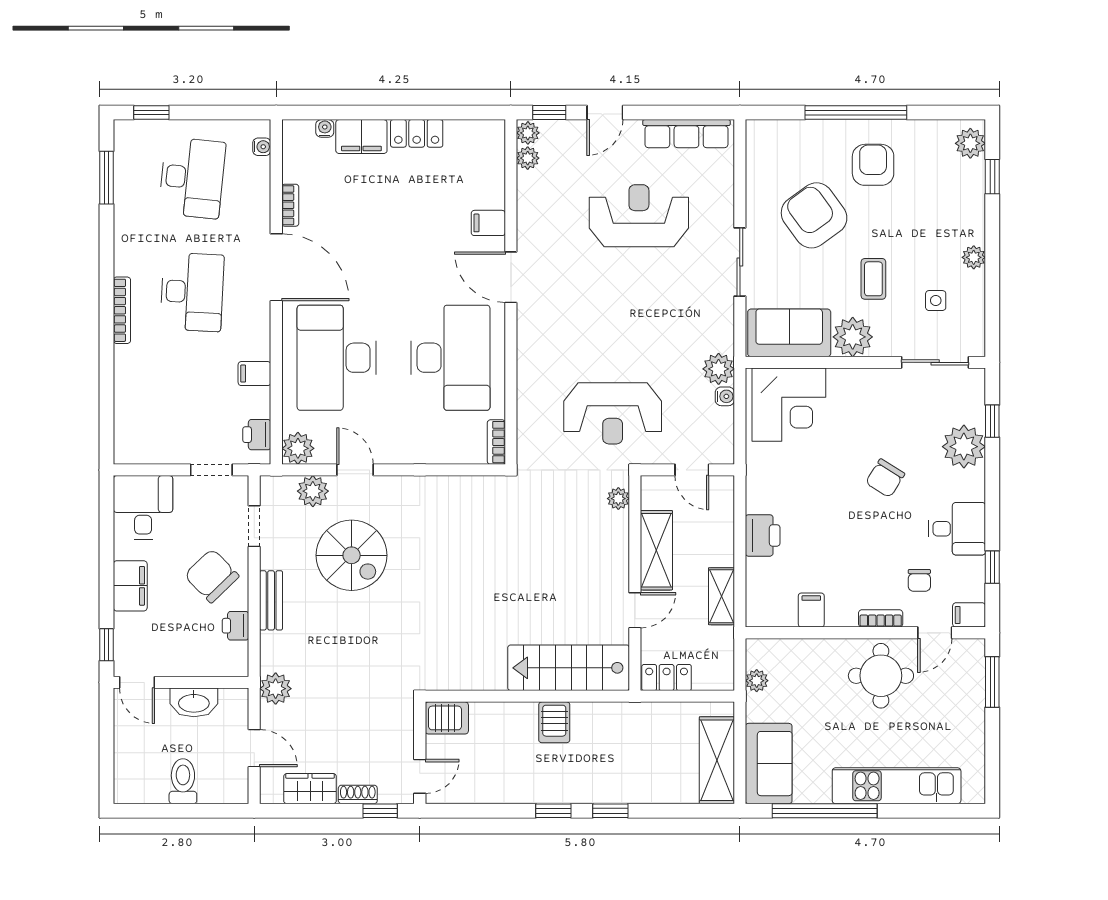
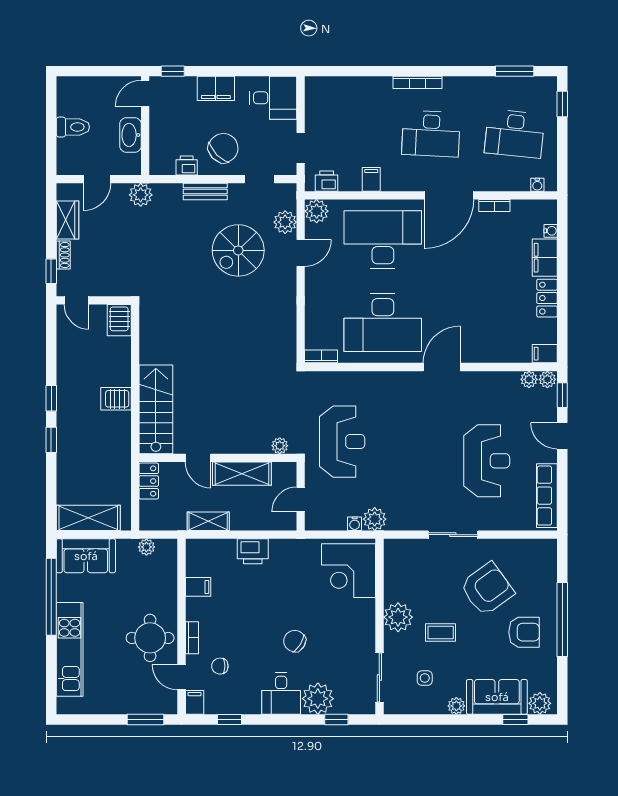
filing cabinet: (488, 223) -> (545, 354), moved, turned -90
sofa: (789, 333) -> (497, 697), moved, turned -90
reception desk: (613, 413) -> (342, 442), turned 180
desk: (957, 529) -> (281, 694), moved

